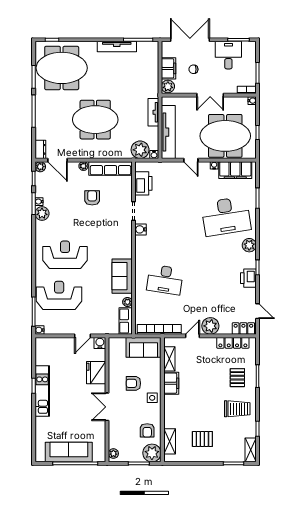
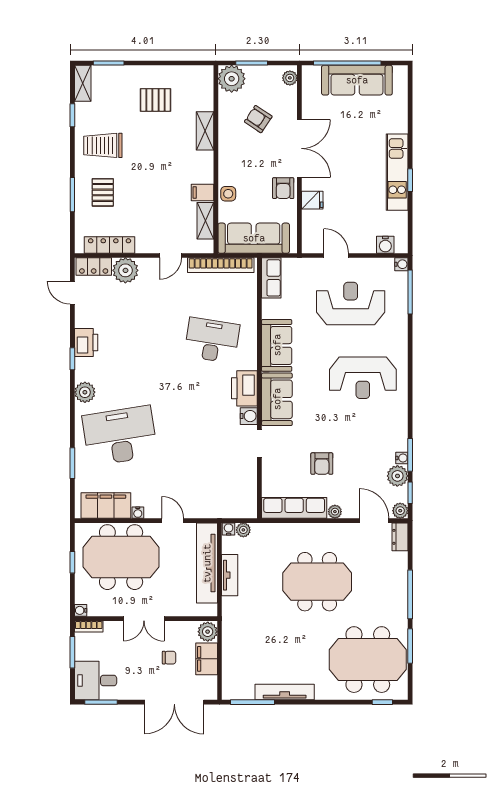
desk: (228, 55) -> (96, 681), moved, turned 90
double door: (210, 95) -> (144, 619), swing flipped
tv unit: (153, 112) -> (230, 575), moved
plant: (140, 150) -> (243, 530), width x0.53, depth x0.53
printer: (143, 183) -> (244, 388), moved
plant: (42, 213) -> (397, 476), moved
sofa: (122, 240) -> (277, 399), added
reception desk: (59, 295) -> (351, 304), moved, turned 180
plant: (127, 302) -> (269, 307), removed
plant: (210, 326) -> (125, 270), moved
door: (83, 336) -> (336, 255), hinge flipped
water cooler: (100, 343) -> (385, 245), moved
sofa: (144, 347) -> (254, 238), width x1.36
fridge: (96, 373) -> (312, 200), width x0.53, depth x0.75
armchair: (133, 383) -> (283, 188), moved, turned 90
filing cabinet: (171, 383) -> (202, 192), width x0.50
side table: (152, 398) -> (228, 194), moved
double door: (107, 407) -> (299, 148), width x1.37
armchair: (147, 430) -> (258, 119), moved, turned -56
shelving: (170, 441) -> (205, 131), moved

